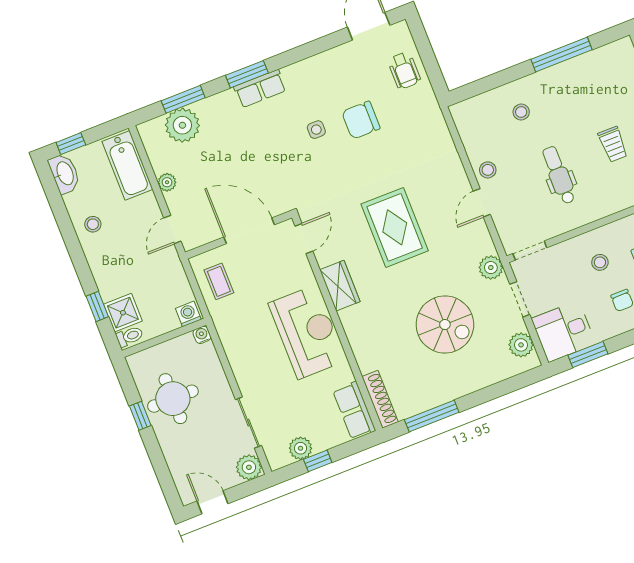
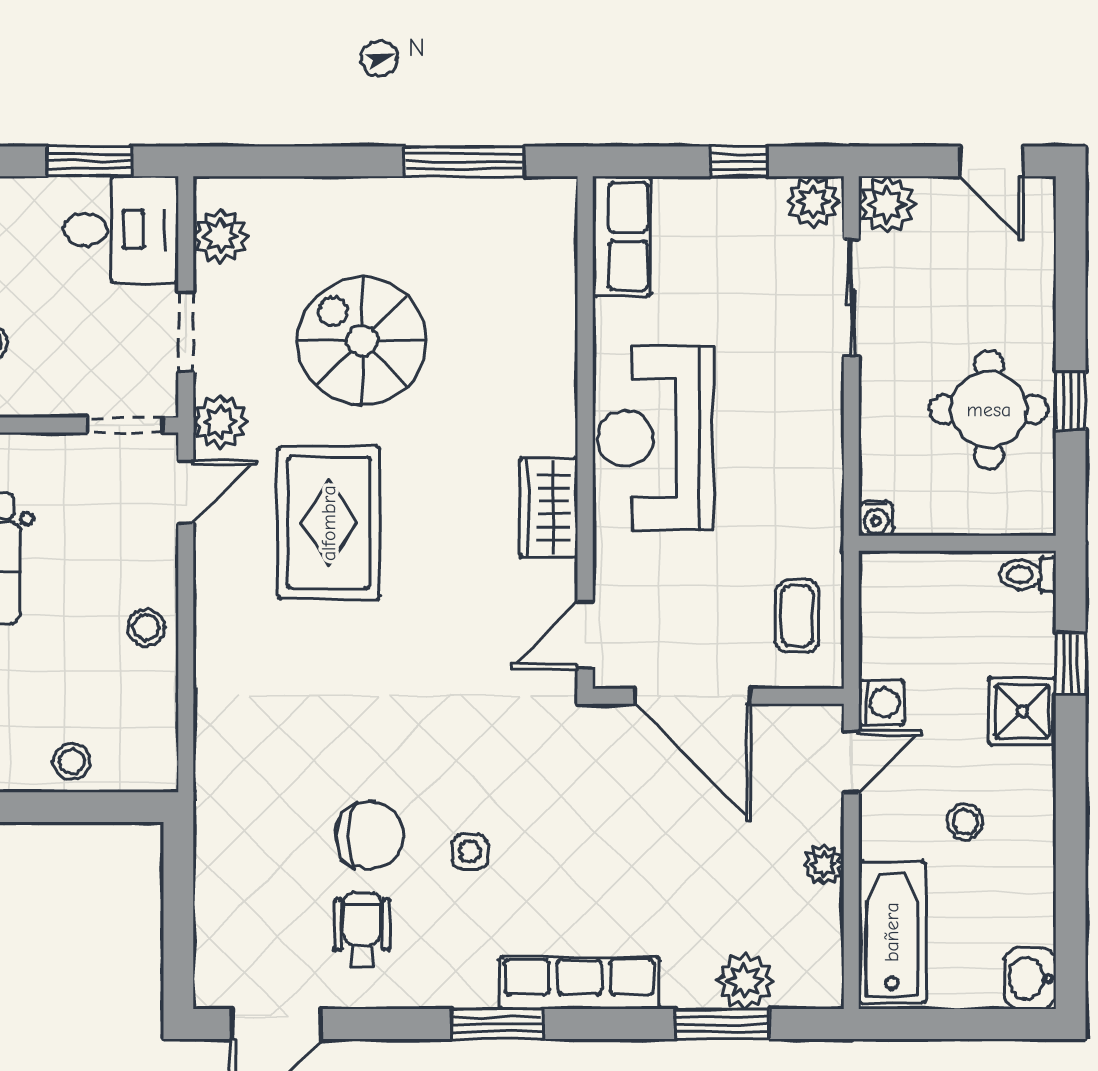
wheelchair: (404, 71) -> (362, 930), moved
window: (247, 74) -> (497, 1024), moved
row of seats: (260, 89) -> (579, 983), width x1.48
stool: (521, 112) -> (72, 762), moved
plant: (182, 125) -> (745, 981), width x0.73, depth x0.73
window: (71, 144) -> (992, 1024), removed
washbasin: (64, 174) -> (1030, 979), width x0.72
door: (482, 203) -> (186, 492), moved
stool: (93, 224) -> (965, 822), moved
rug: (395, 227) -> (329, 523), moved
shower: (123, 313) -> (1022, 711), moved
washing machine: (188, 314) -> (881, 703), moved, turned -90
shoe rack: (380, 399) -> (558, 239), removed
plant: (300, 448) -> (813, 202), moved

